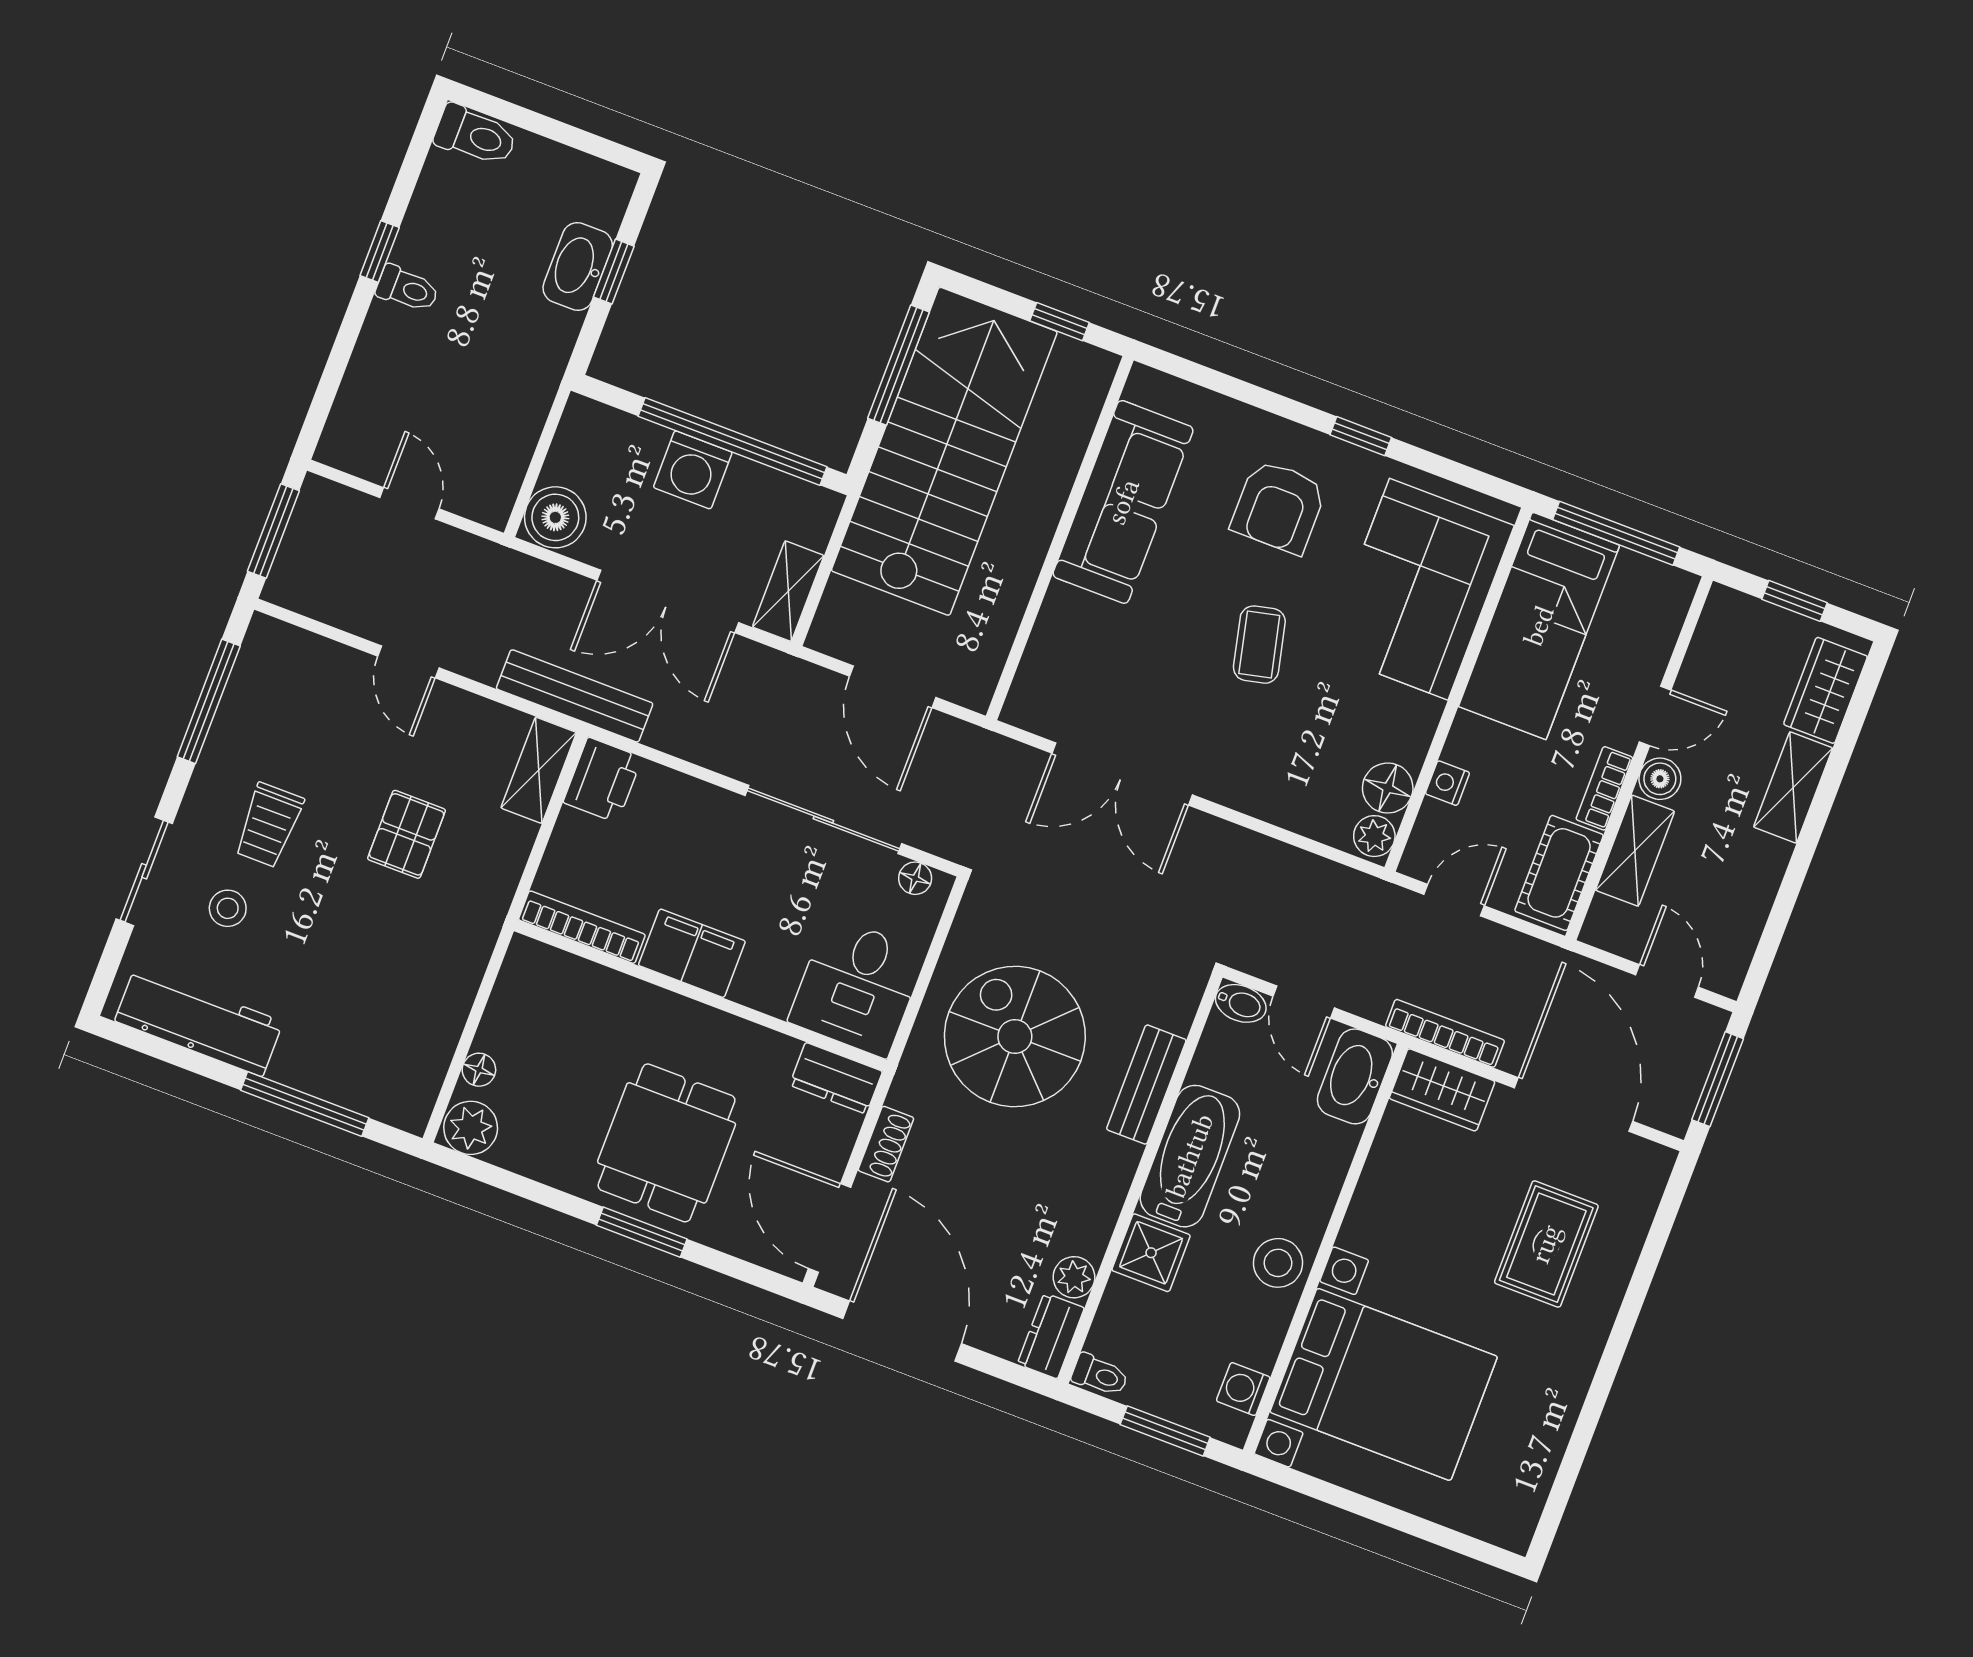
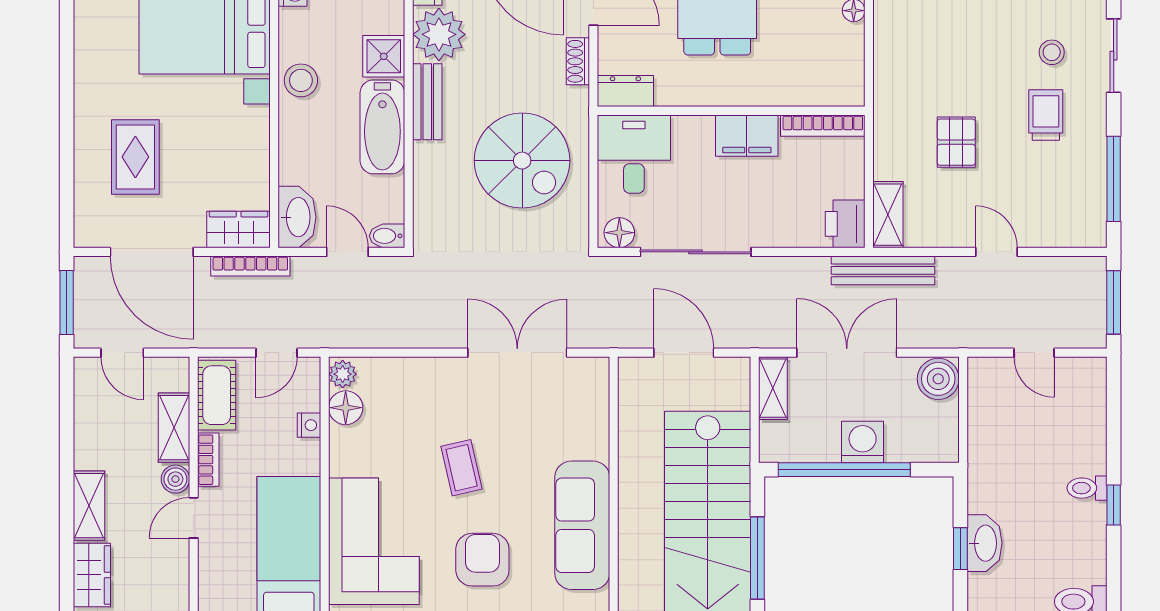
floor lamp: (915, 878) -> (619, 233), width x1.37, depth x1.37
bench: (1146, 1085) -> (427, 102), moved
plant: (1074, 1277) -> (439, 34), width x1.88, depth x1.88

